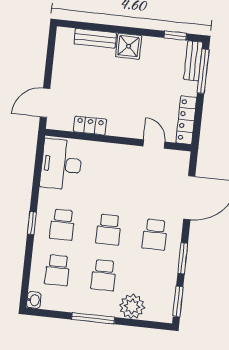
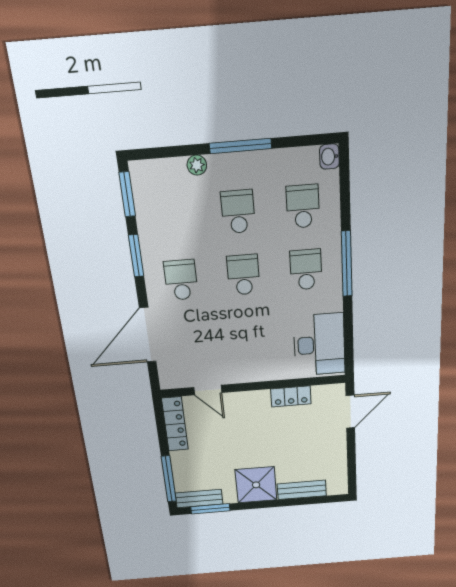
window: (175, 36) -> (210, 509), width x1.50
shower: (129, 46) -> (256, 485), width x1.36, depth x1.36
bench: (193, 61) -> (199, 499), moved, turned 90
window: (32, 223) -> (347, 264), width x2.17
plant: (132, 306) -> (197, 165), width x0.53, depth x0.53

